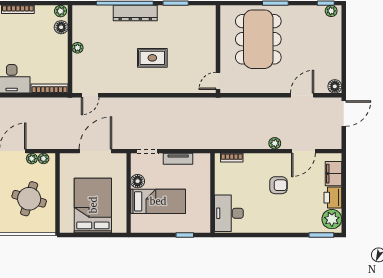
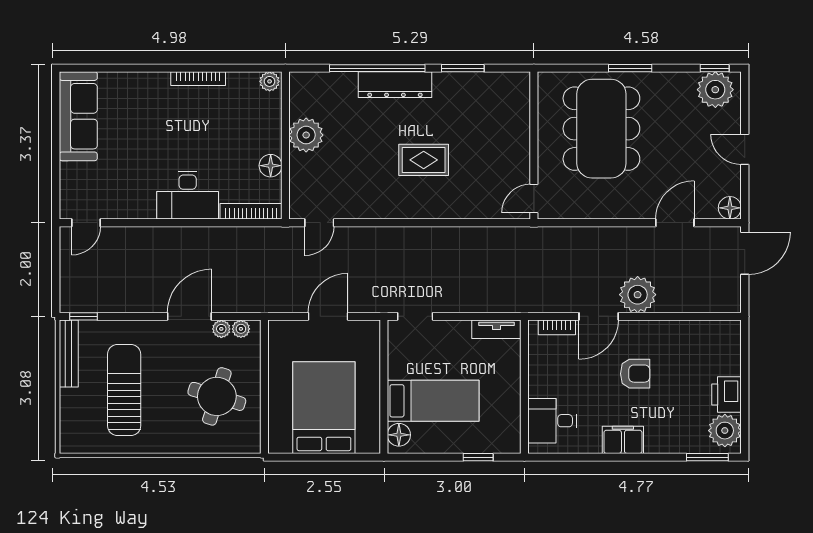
plant: (331, 11) -> (715, 90), width x1.87, depth x1.87
floor lamp: (61, 27) -> (271, 166), moved
plant: (78, 48) -> (306, 135), width x1.87, depth x1.87
door: (344, 52) -> (745, 149), added
plant: (275, 143) -> (638, 295), width x1.88, depth x1.88
door: (95, 151) -> (328, 316), width x0.73
door: (304, 151) -> (599, 316), moved
tv unit: (178, 159) -> (496, 329), moved
filing cabinet: (333, 174) -> (623, 440), moved, turned 90
floor lamp: (138, 181) -> (399, 435), moved
desk: (229, 213) -> (552, 421), width x0.73

